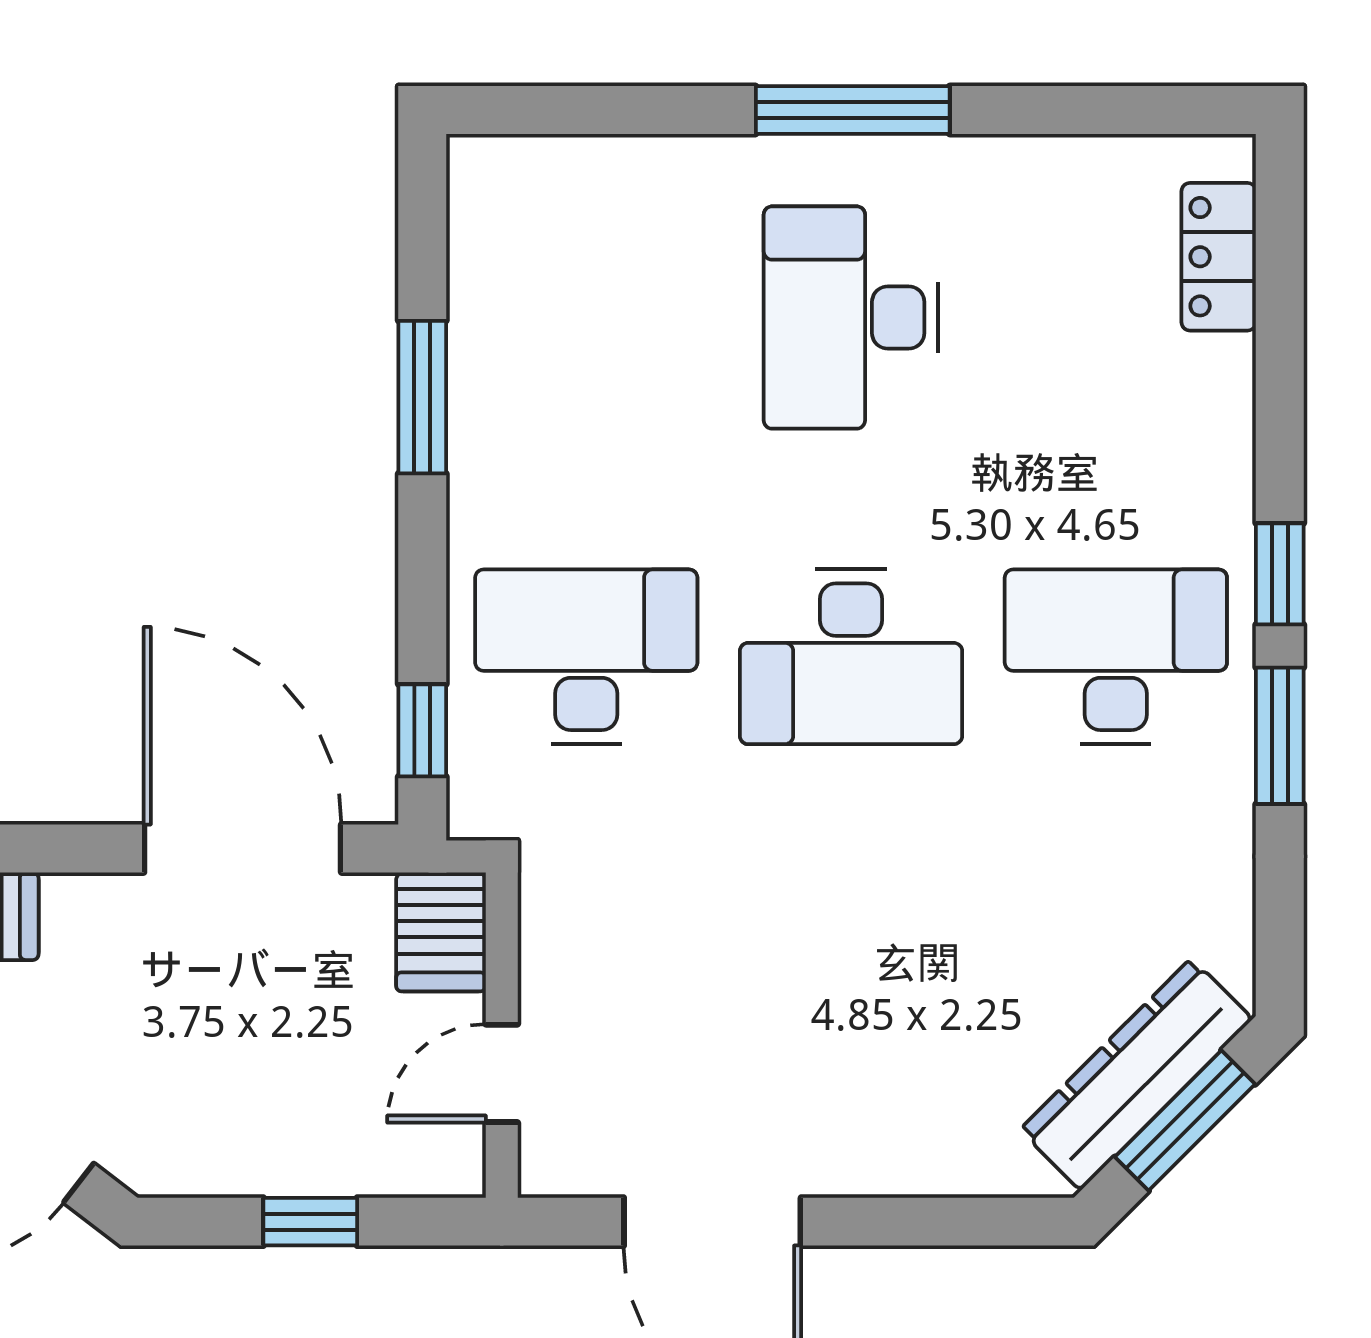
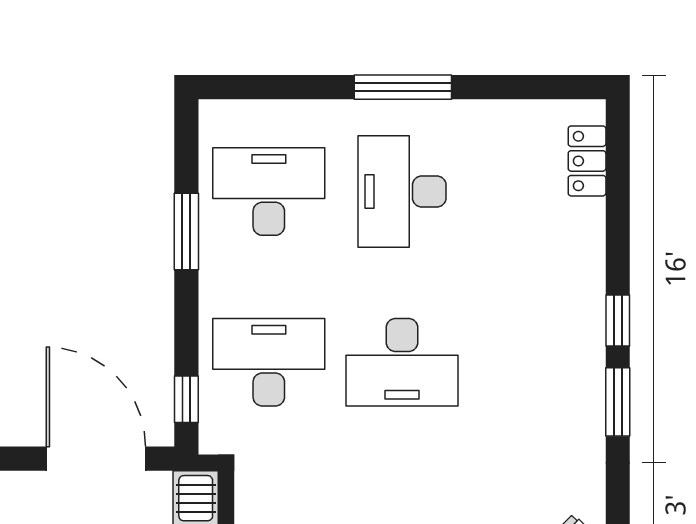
desk: (1116, 657) -> (269, 192), moved

